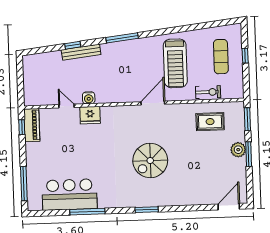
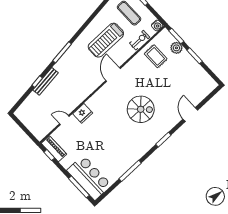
treadmill: (175, 63) -> (106, 40), turned 90
water cooler: (89, 98) -> (157, 26), moved
rug: (210, 122) -> (156, 56), turned 90
plant: (238, 150) -> (176, 48), moved
spiral stairs: (150, 161) -> (141, 109), turned -90
bar counter: (70, 195) -> (89, 178), moved, turned 90
door: (229, 207) -> (190, 115), moved

